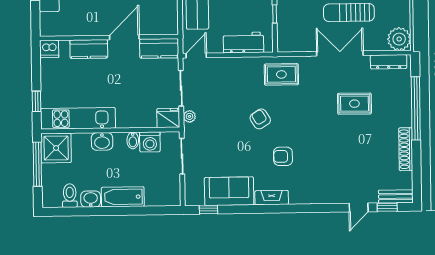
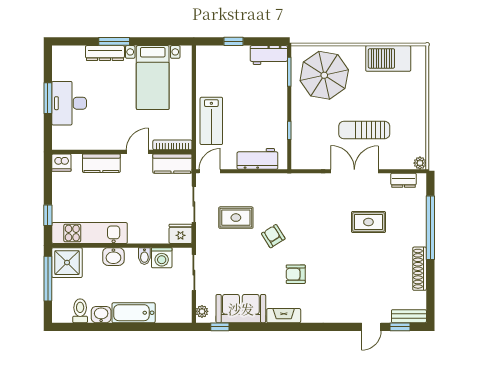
bookcase: (159, 30) -> (172, 145), added
door: (124, 37) -> (137, 152), width x0.73
plant: (399, 39) -> (420, 163), width x0.53, depth x0.53
dresser: (389, 62) -> (404, 180), width x0.70
rug: (281, 74) -> (236, 218), moved
plant: (189, 116) -> (202, 311), moved

